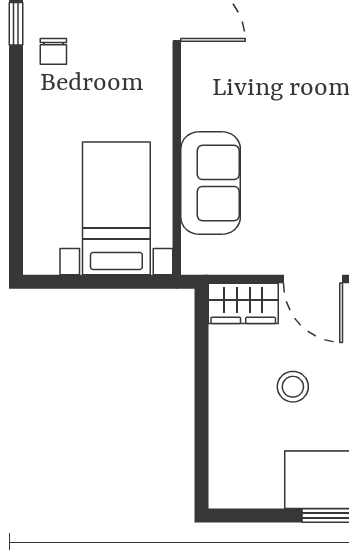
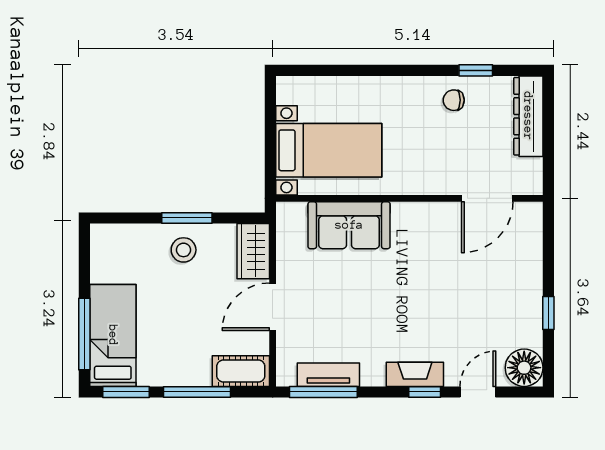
window: (201, 387) -> (187, 218), added
stool: (293, 387) -> (184, 250), moved

